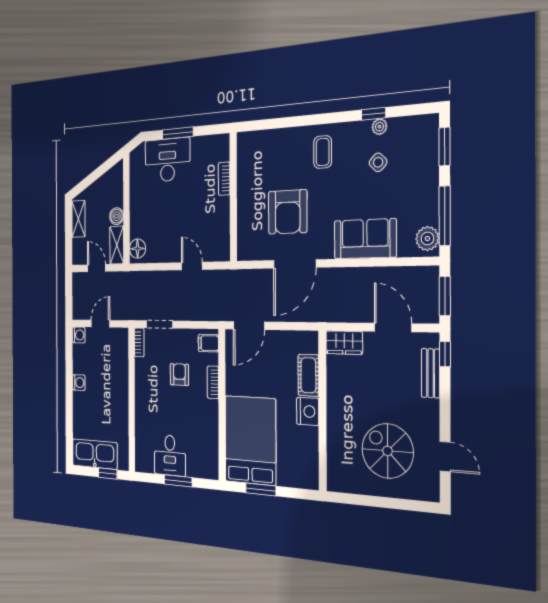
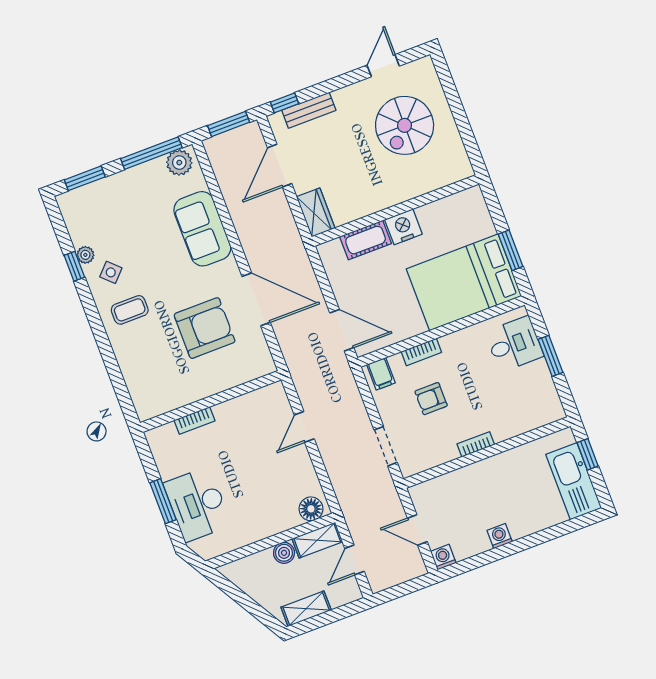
side table: (378, 162) -> (111, 272), moved
bookcase: (139, 342) -> (476, 444), moved
desk: (170, 455) -> (514, 344), moved

